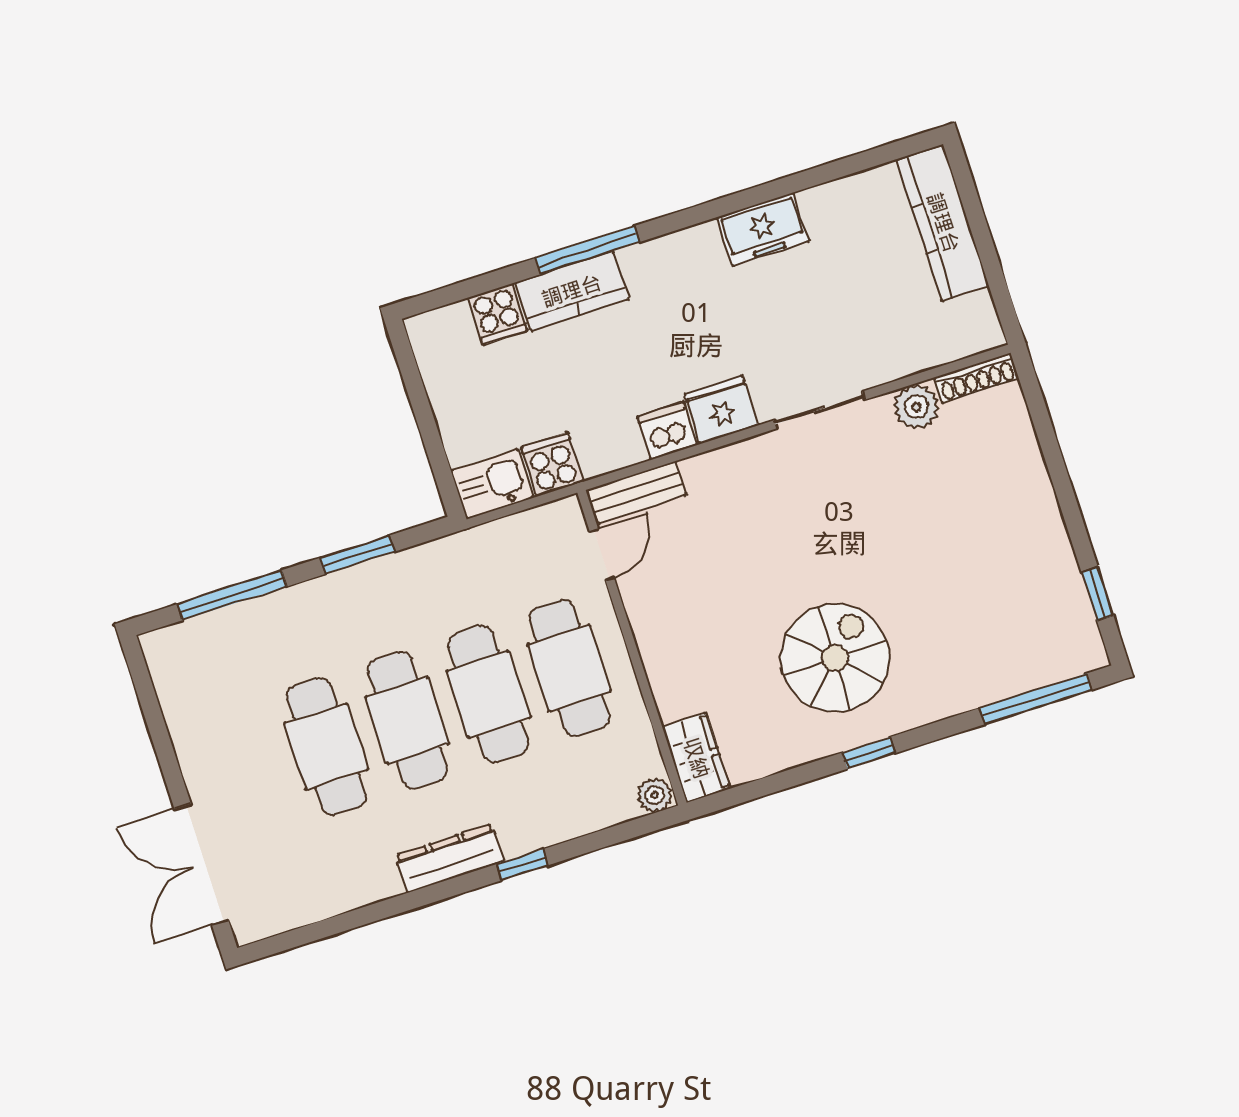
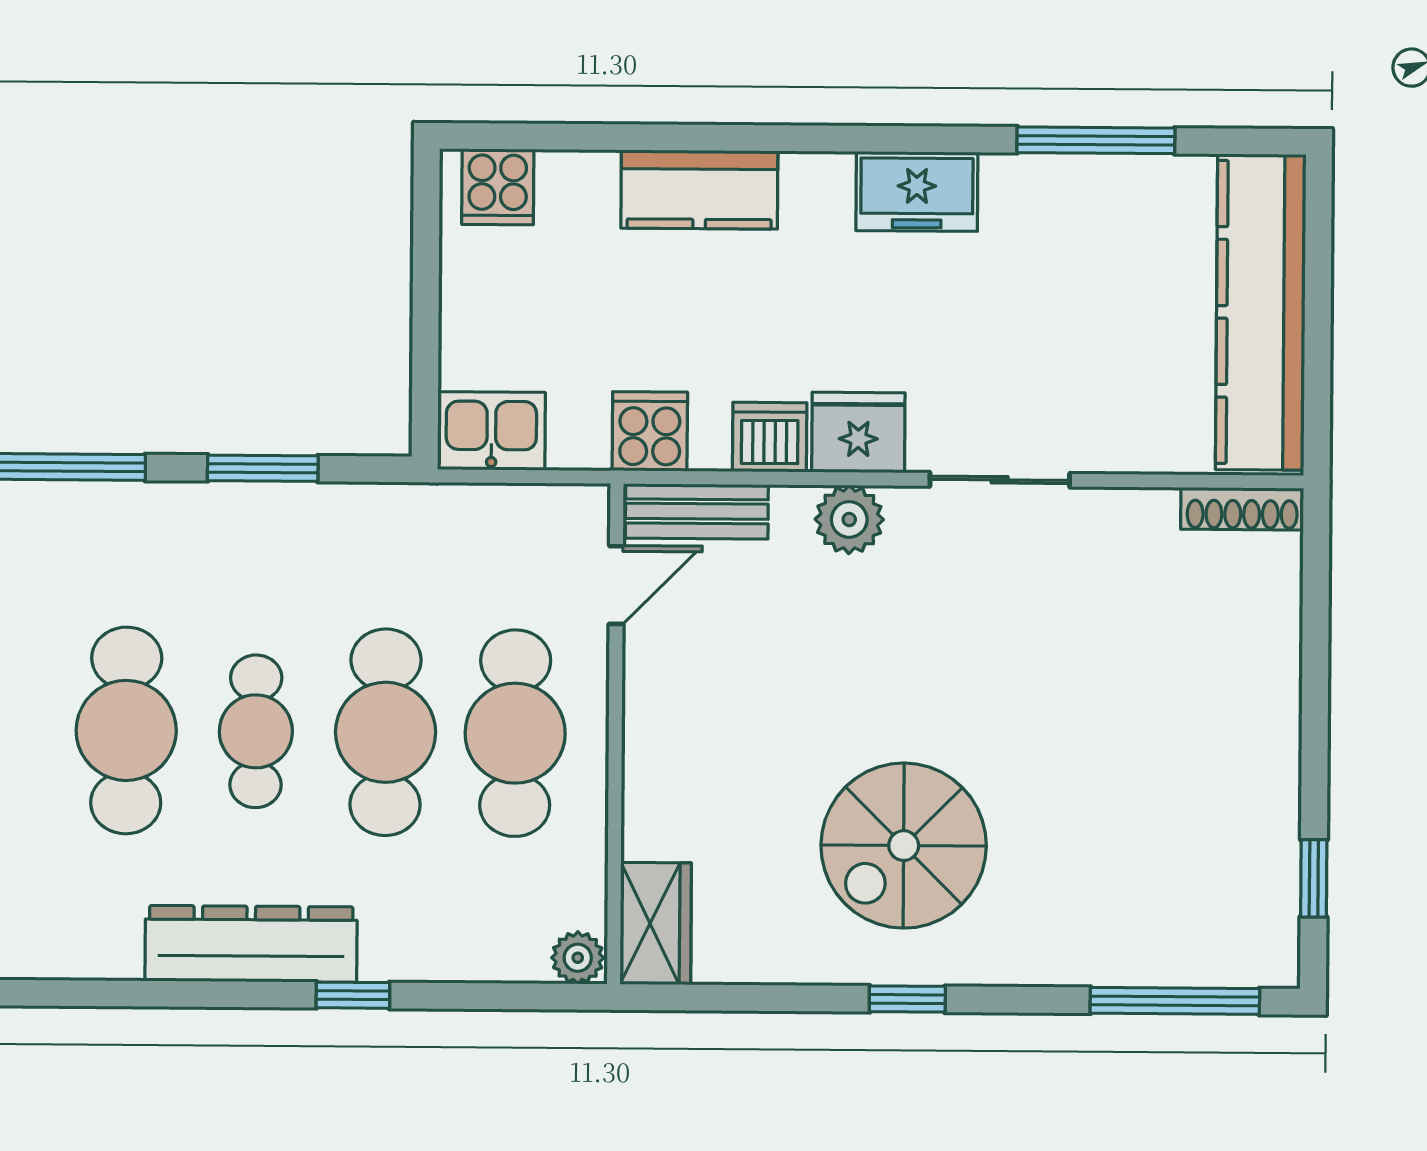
kitchen counter: (943, 223) -> (1261, 312), width x1.39, depth x1.17
freezer: (763, 230) -> (917, 191), moved
window: (587, 250) -> (1096, 140), moved
cooker: (497, 314) -> (498, 187), moved
plant: (916, 407) -> (849, 519), moved
cooker: (552, 465) -> (650, 431), moved
spiral stairs: (835, 658) -> (904, 846), turned 180
cafe table: (407, 720) -> (256, 731), width x0.73, depth x0.74
dresser: (450, 858) -> (251, 944), width x1.37, depth x1.24

